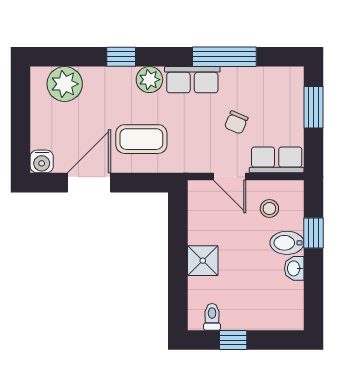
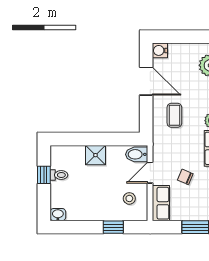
coffee table: (141, 139) -> (174, 115), width x0.73, depth x0.77
bidet: (287, 243) -> (137, 154), moved, turned -90
washbasin: (294, 268) -> (58, 215), moved
toilet: (212, 317) -> (59, 175), moved

